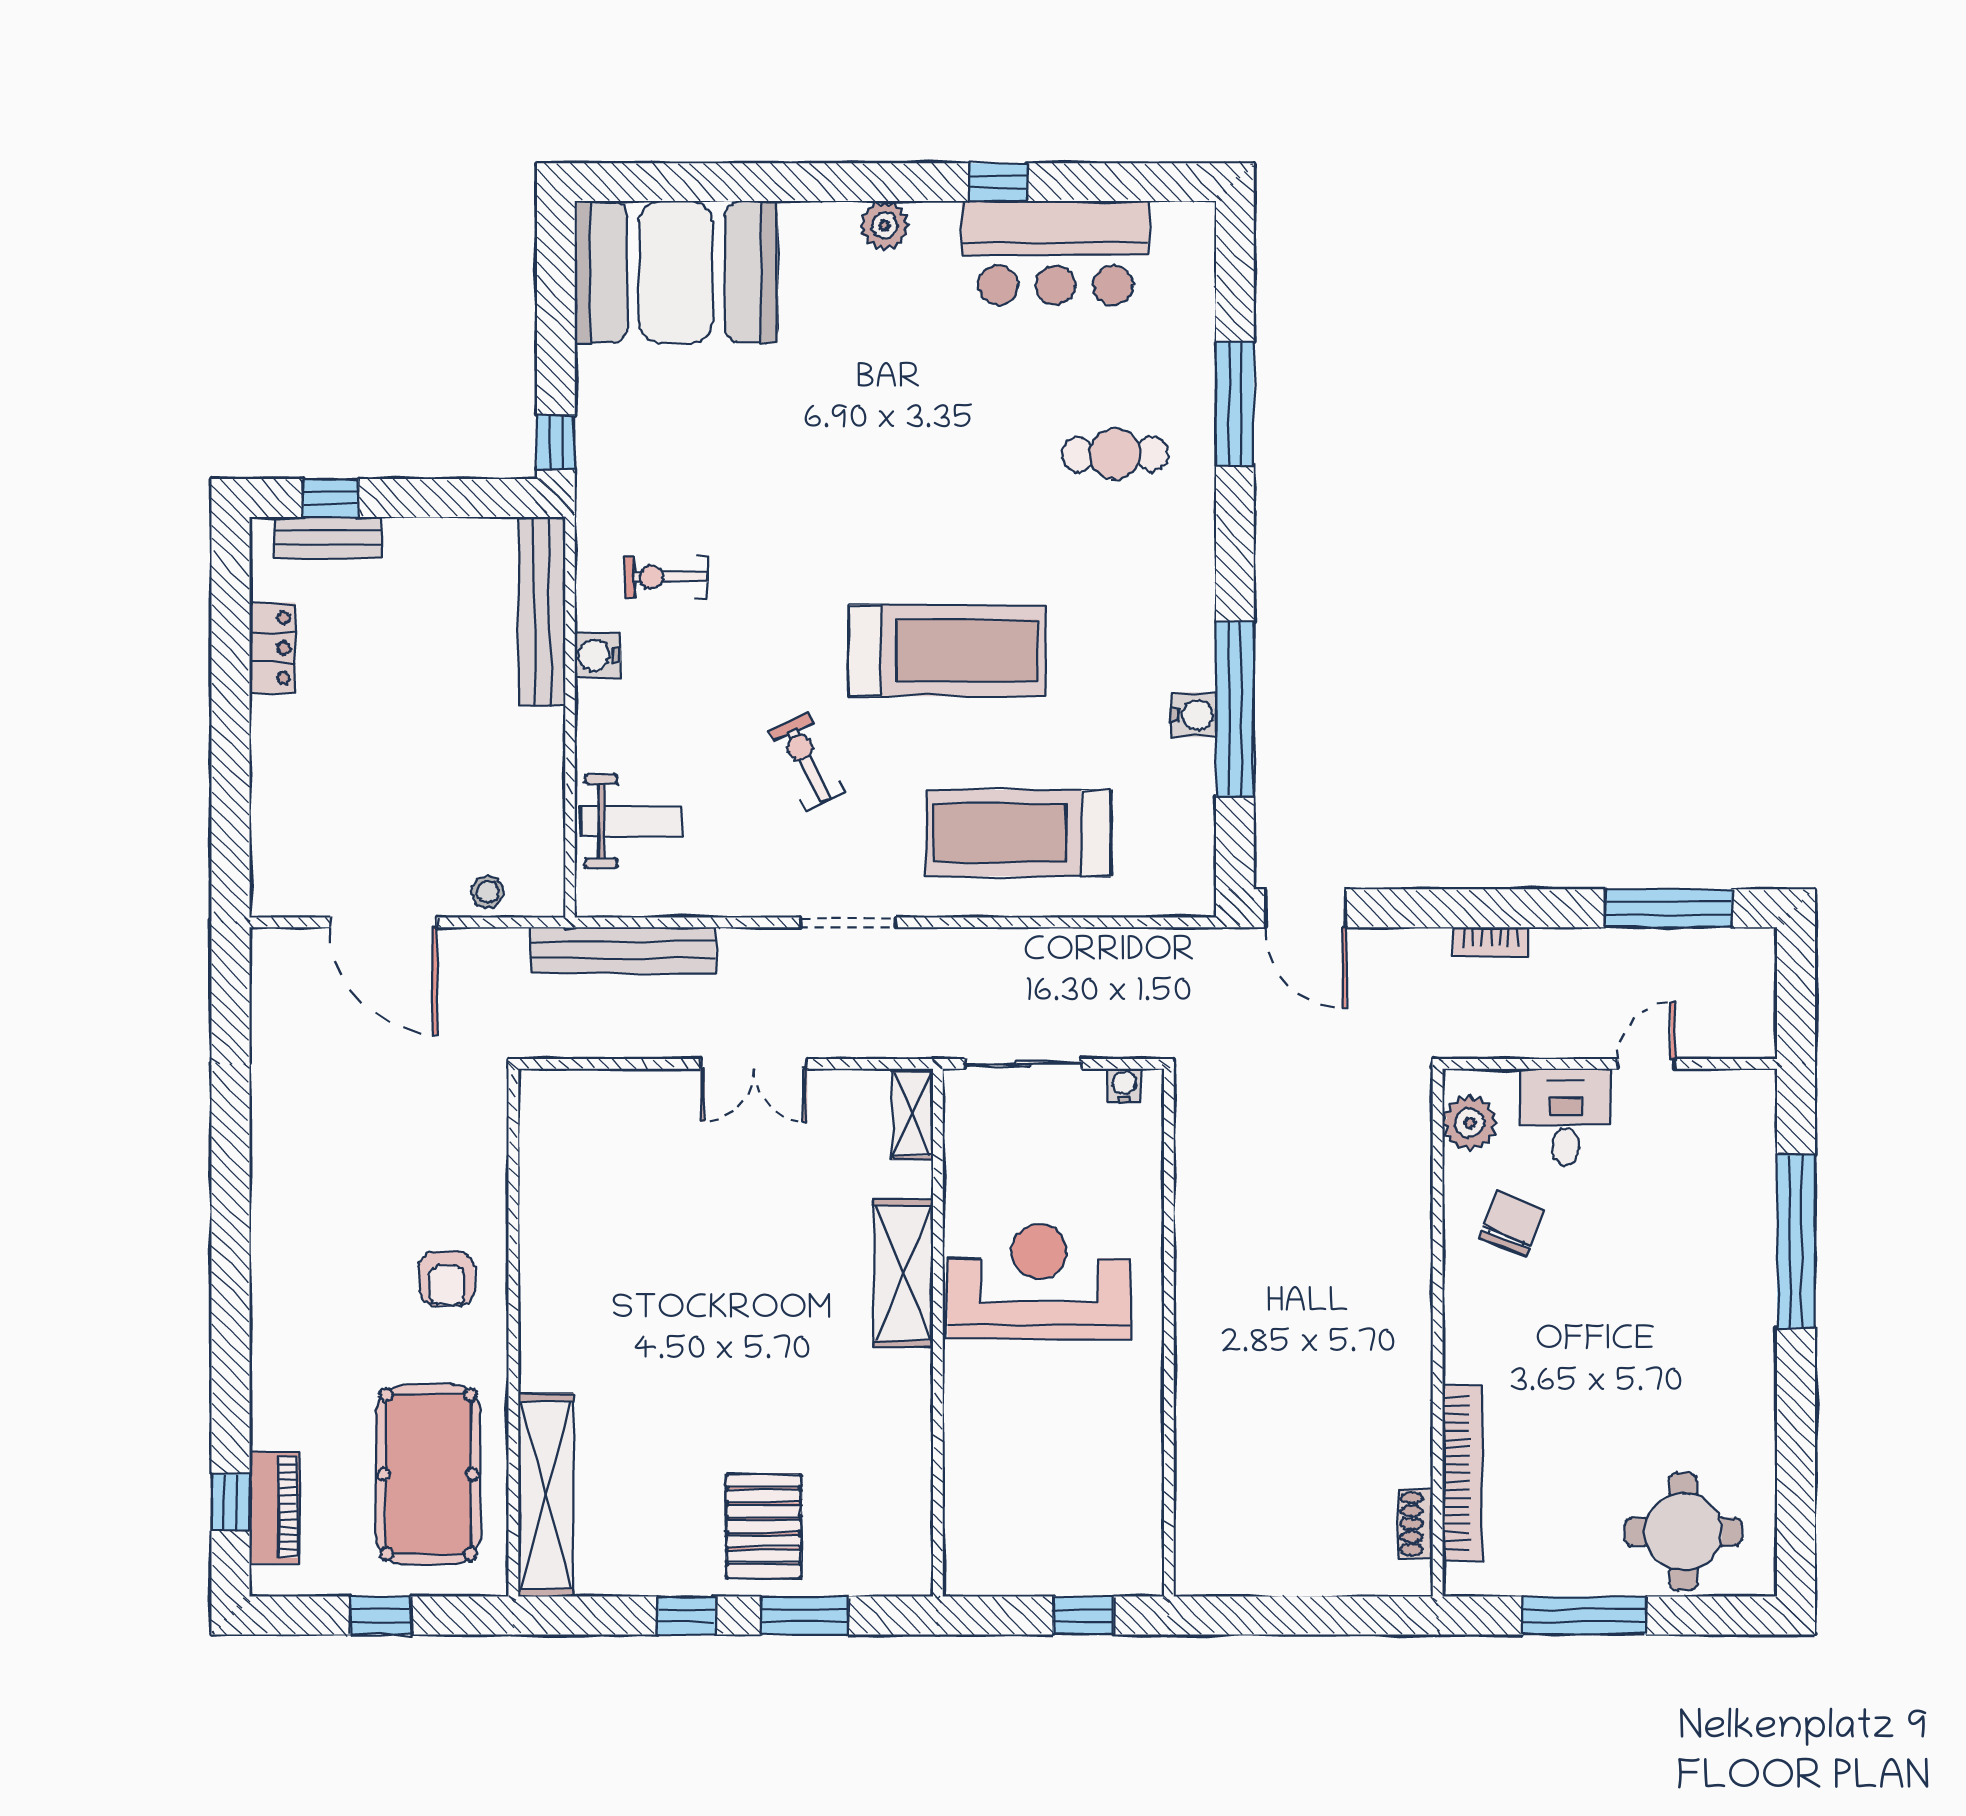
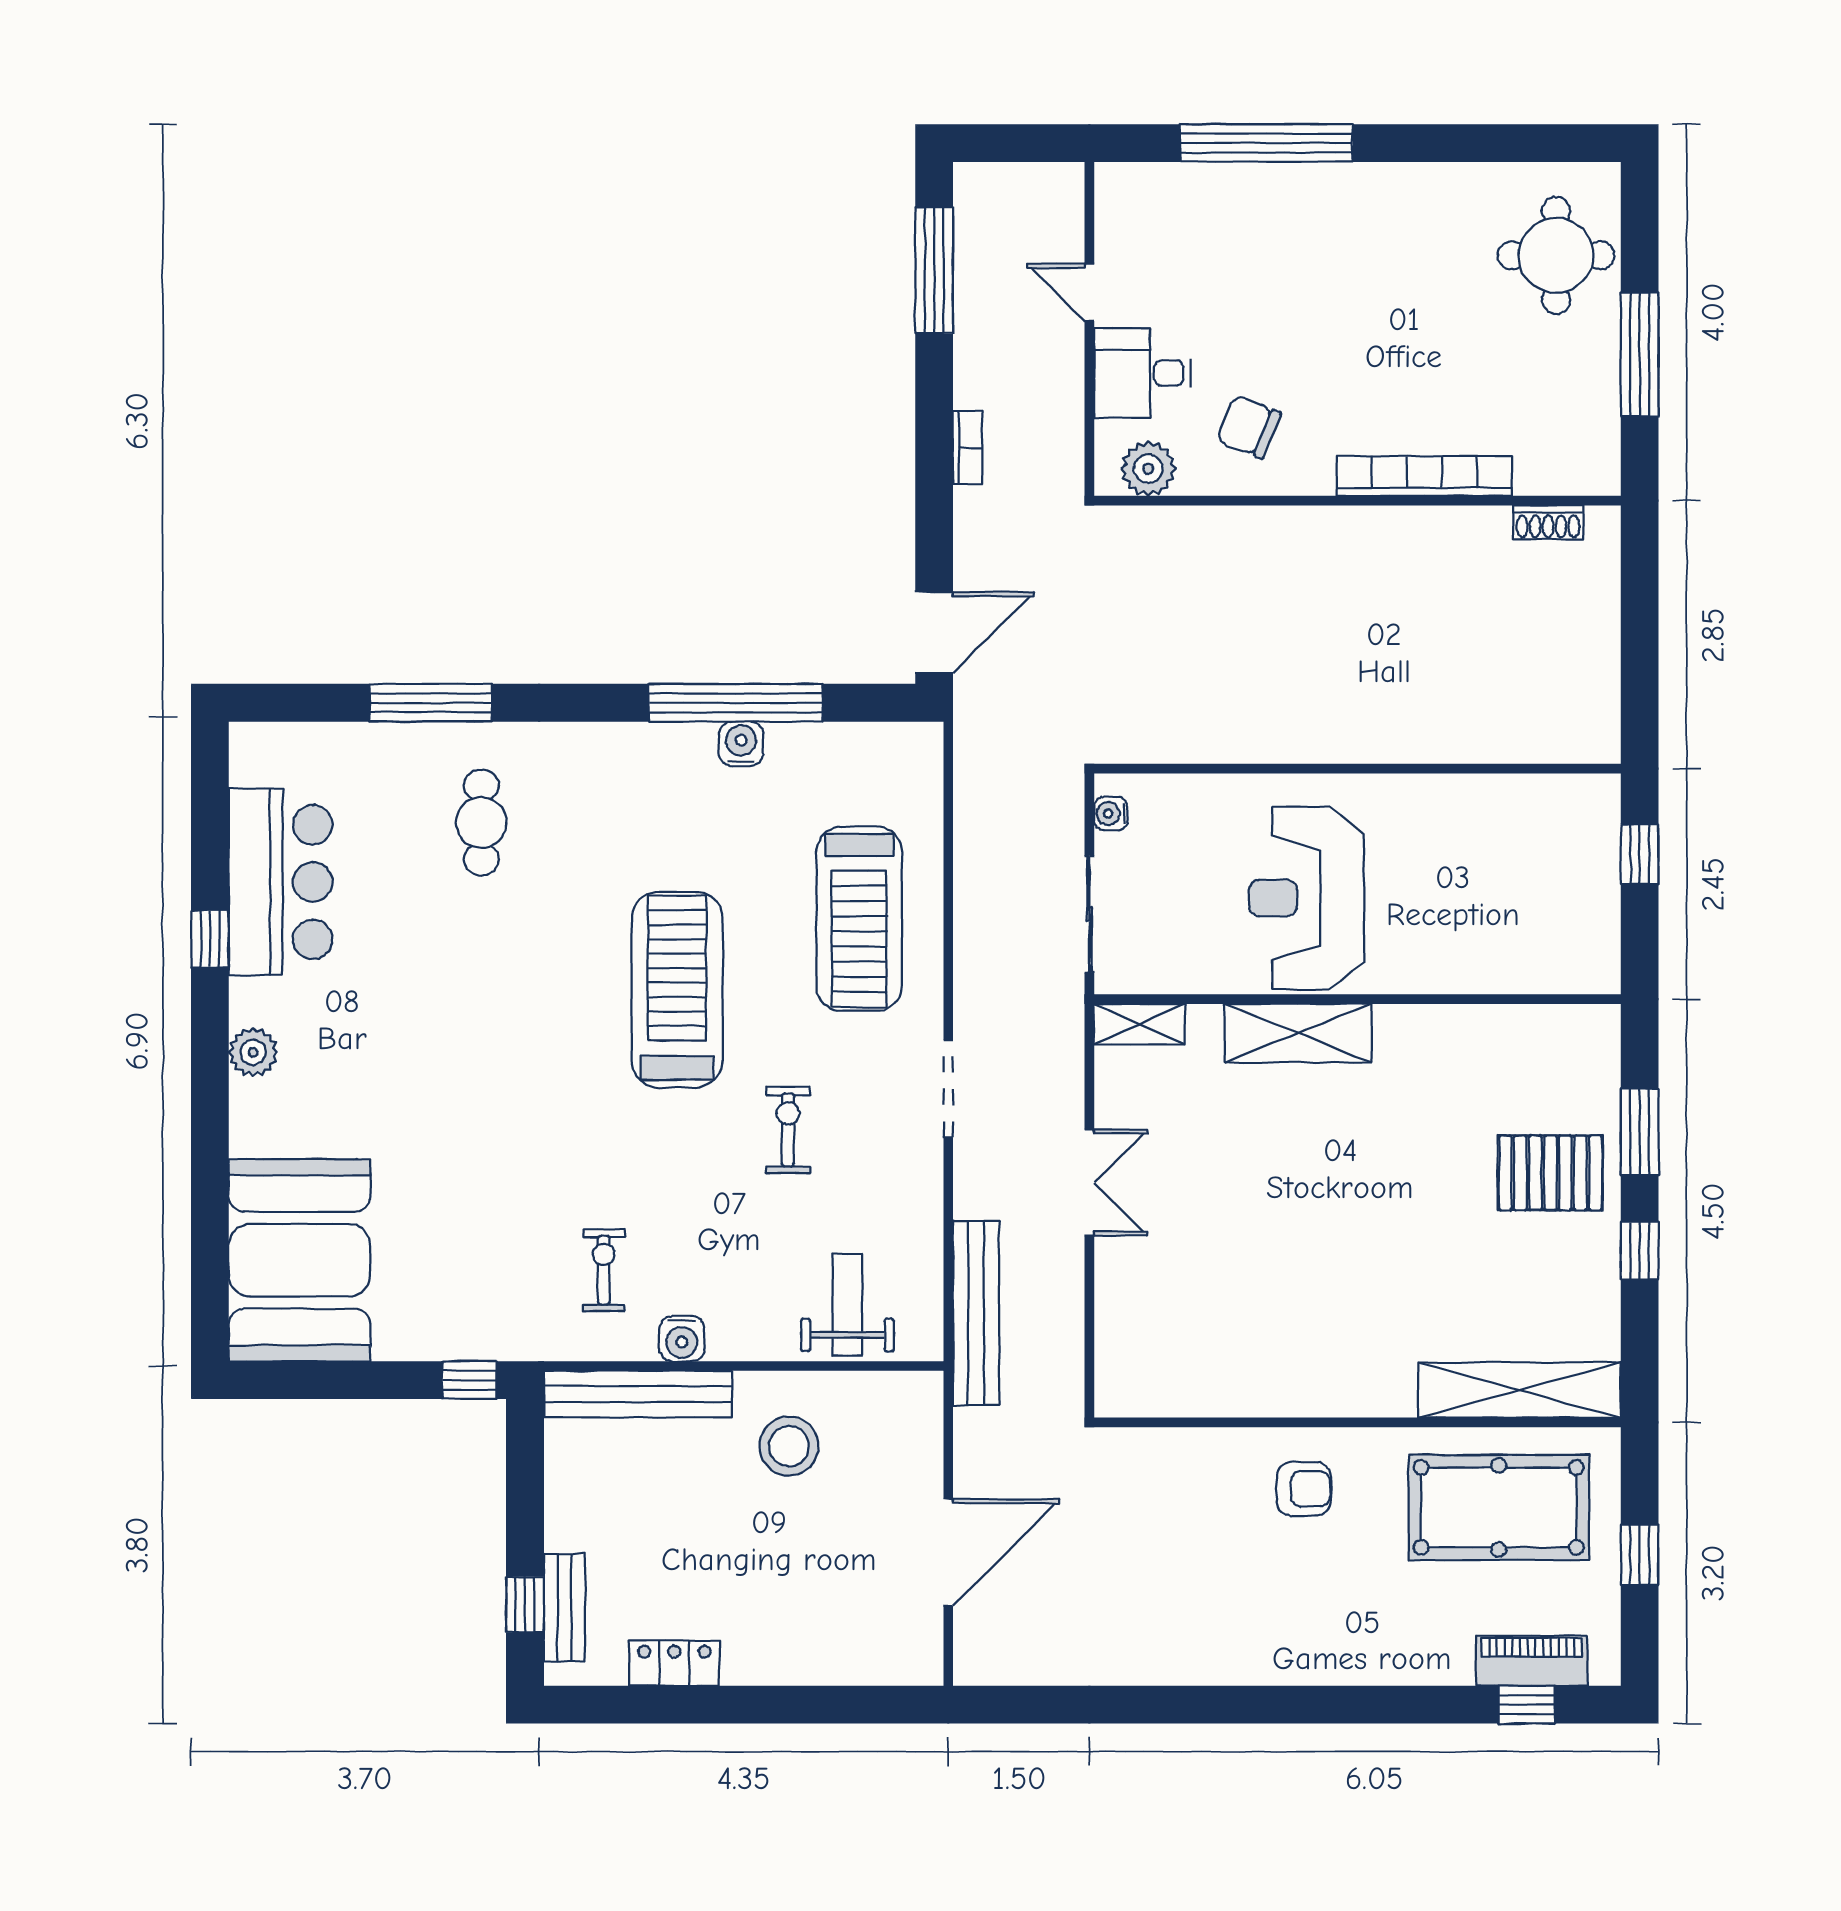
exercise bike: (666, 577) -> (604, 1270), turned 180
exercise bike: (807, 762) -> (788, 1130), turned 115
stool: (488, 892) -> (789, 1446), moved, width x1.89, depth x1.89
bookcase: (1462, 1473) -> (1424, 476), moved

